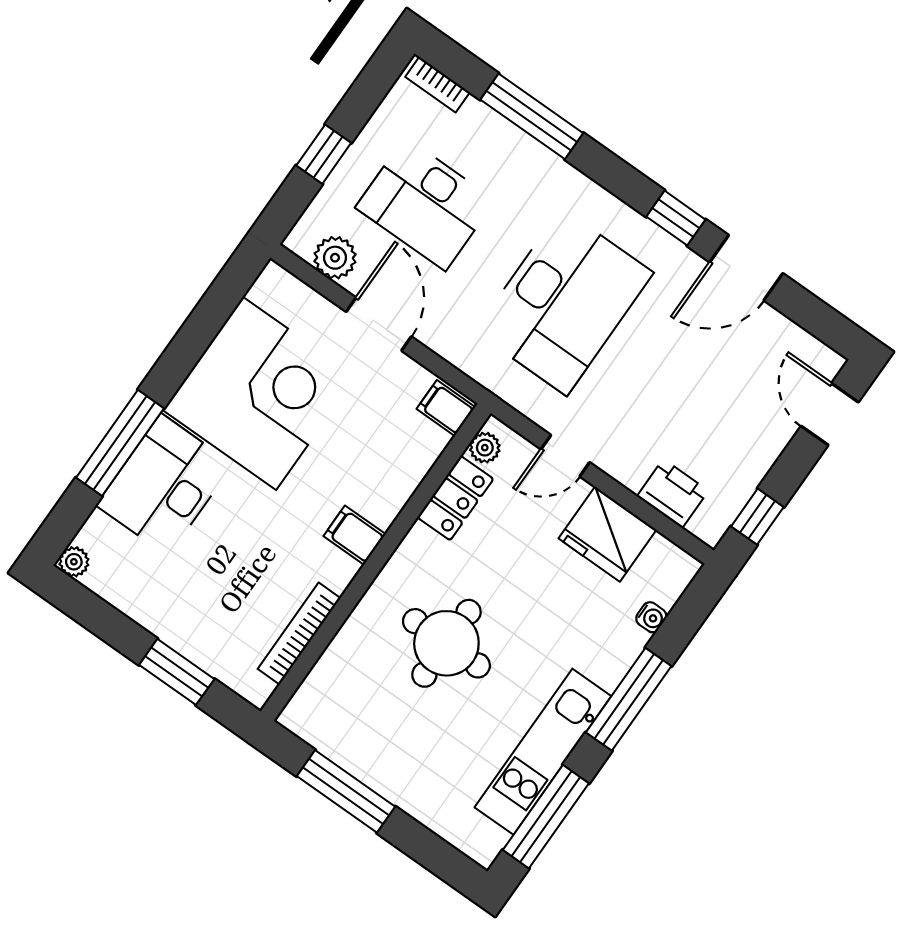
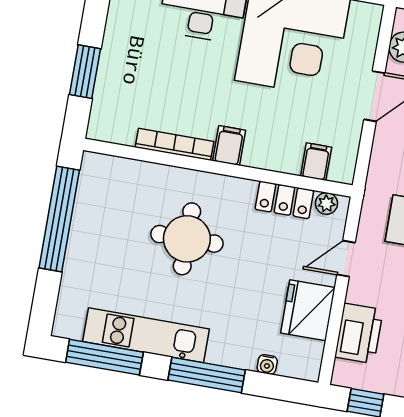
filing cabinet: (446, 408) -> (316, 162), moved
door: (565, 456) -> (346, 259), hinge flipped
printer: (673, 493) -> (359, 333), width x1.37, depth x1.19
bookcase: (299, 634) -> (175, 144), moved
window: (346, 791) -> (59, 219), width x1.46

